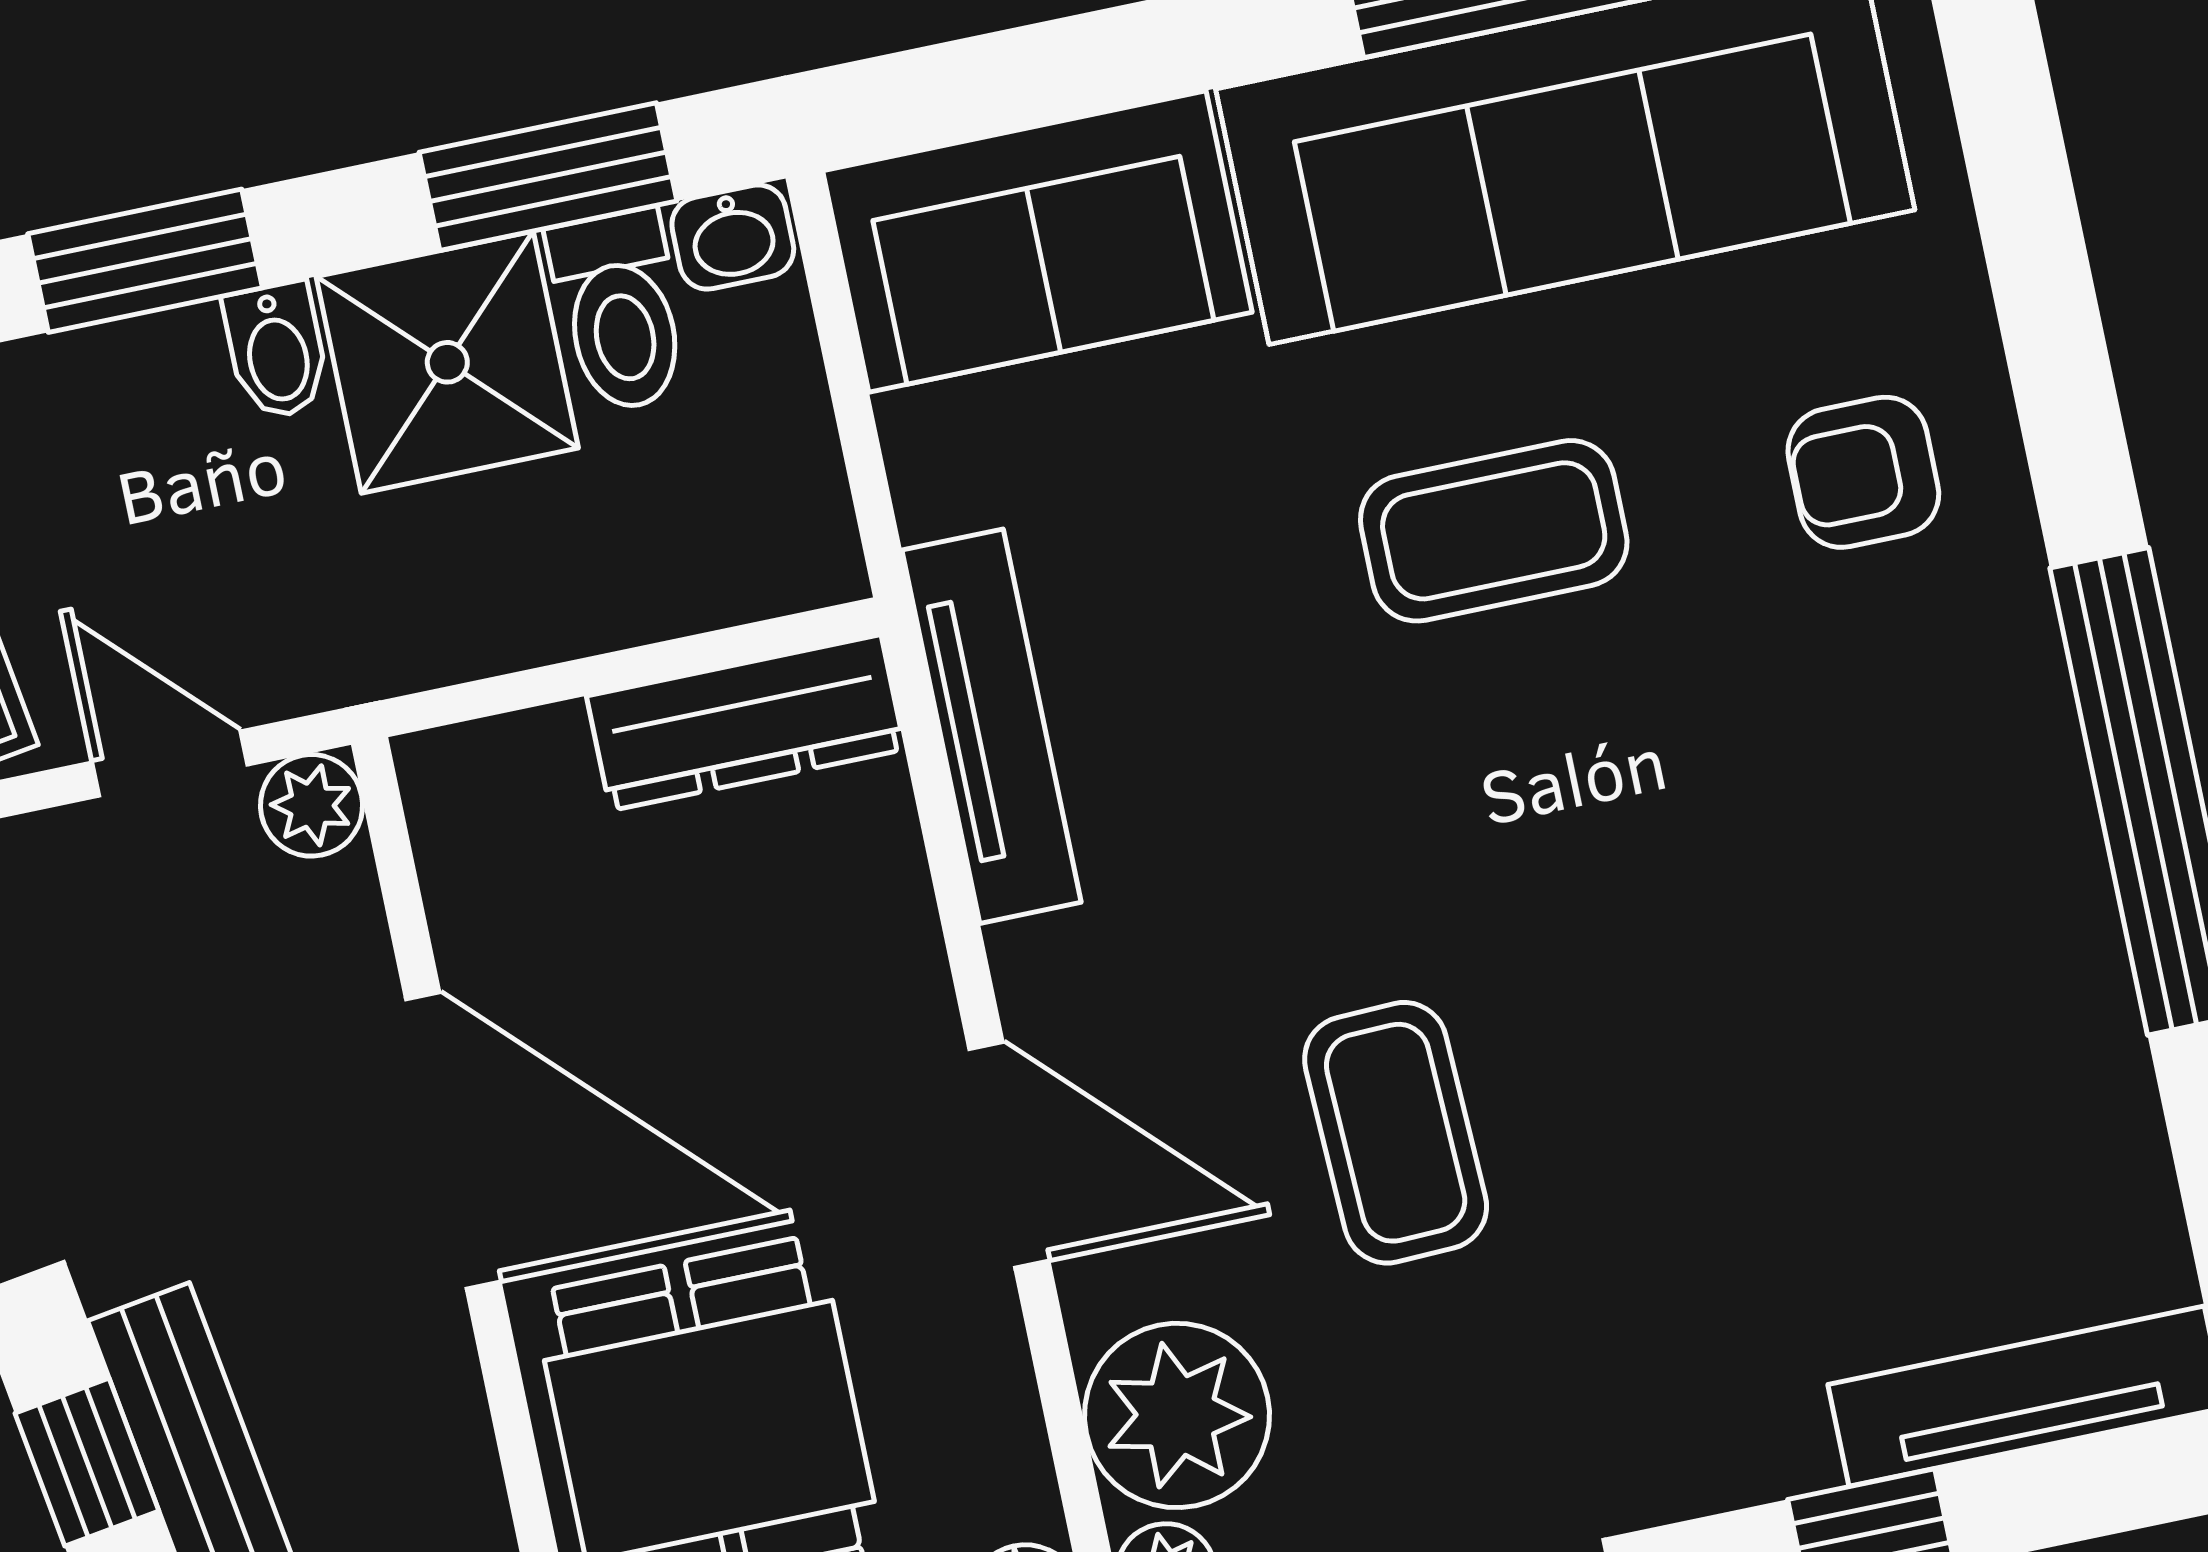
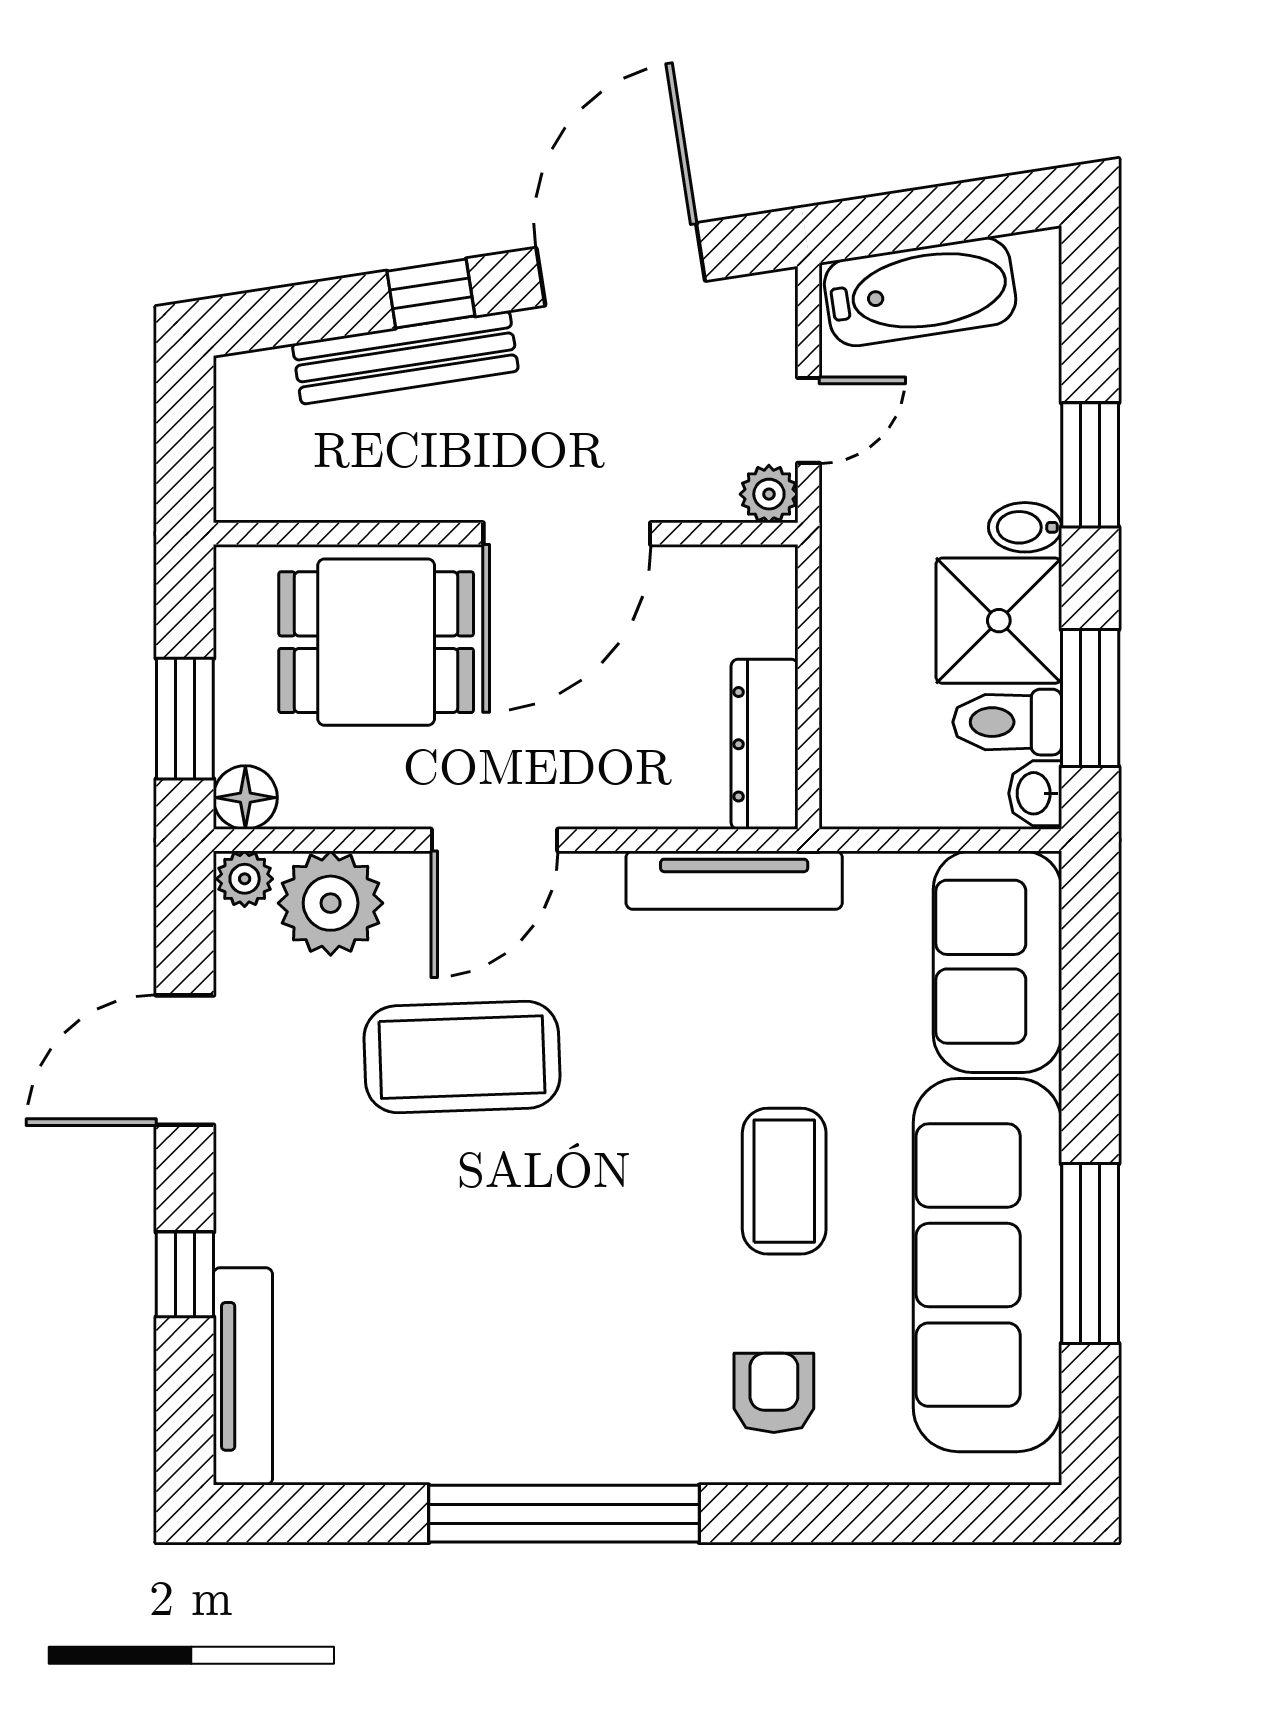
coffee table: (1396, 1133) -> (462, 1057), width x1.36, depth x1.32

